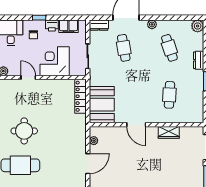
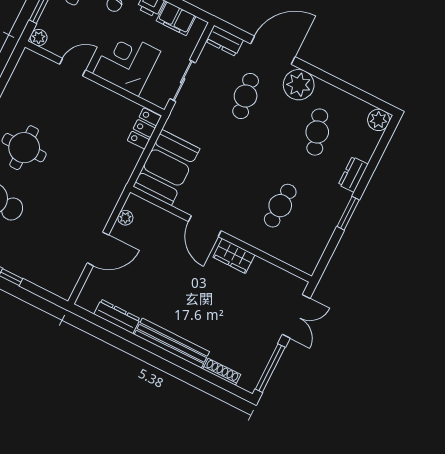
plant: (152, 24) -> (299, 85), width x1.88, depth x1.88
door: (28, 78) -> (73, 67), hinge flipped
locker: (80, 96) -> (144, 128), width x0.66
wardrobe: (169, 132) -> (234, 256), moved

